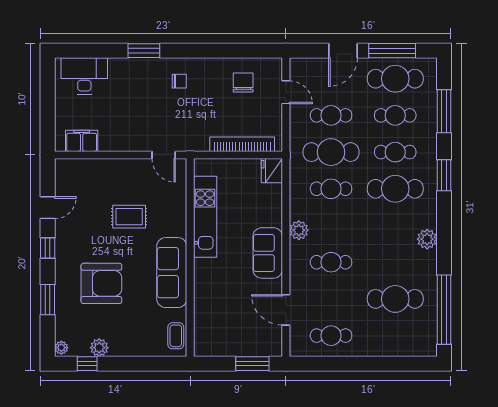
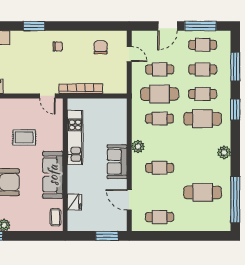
cafe table: (395, 79) -> (203, 45), width x0.73, depth x0.74
bookcase: (242, 144) -> (81, 89), moved
fridge: (272, 171) -> (74, 202), moved, turned 180

